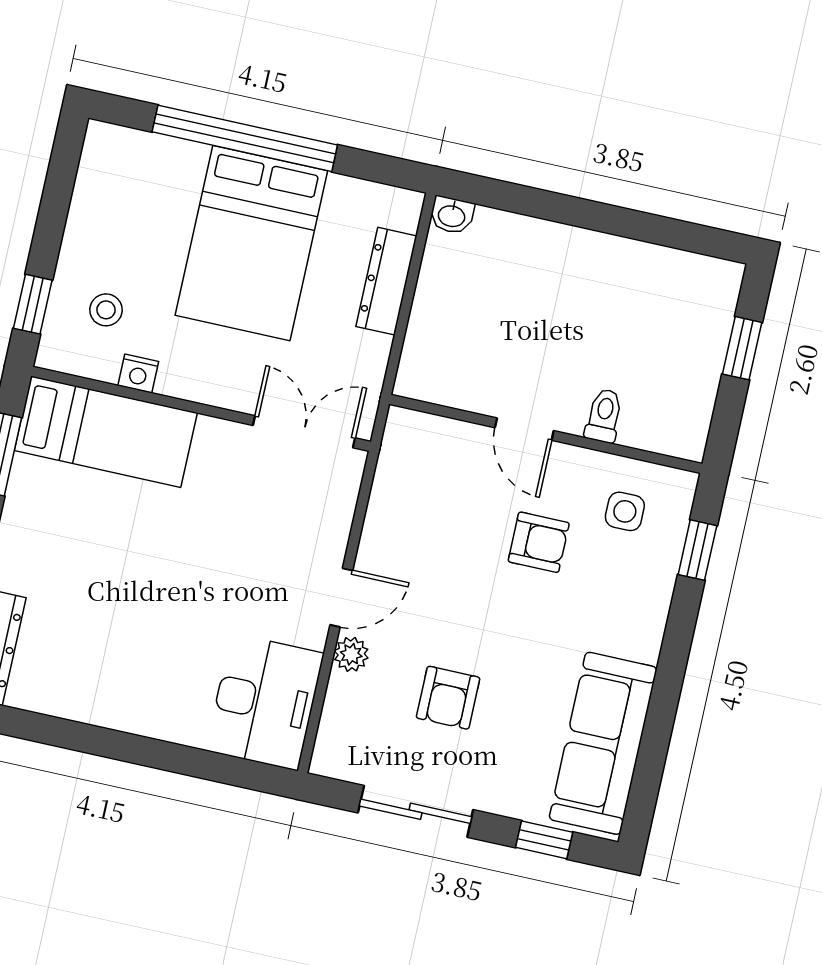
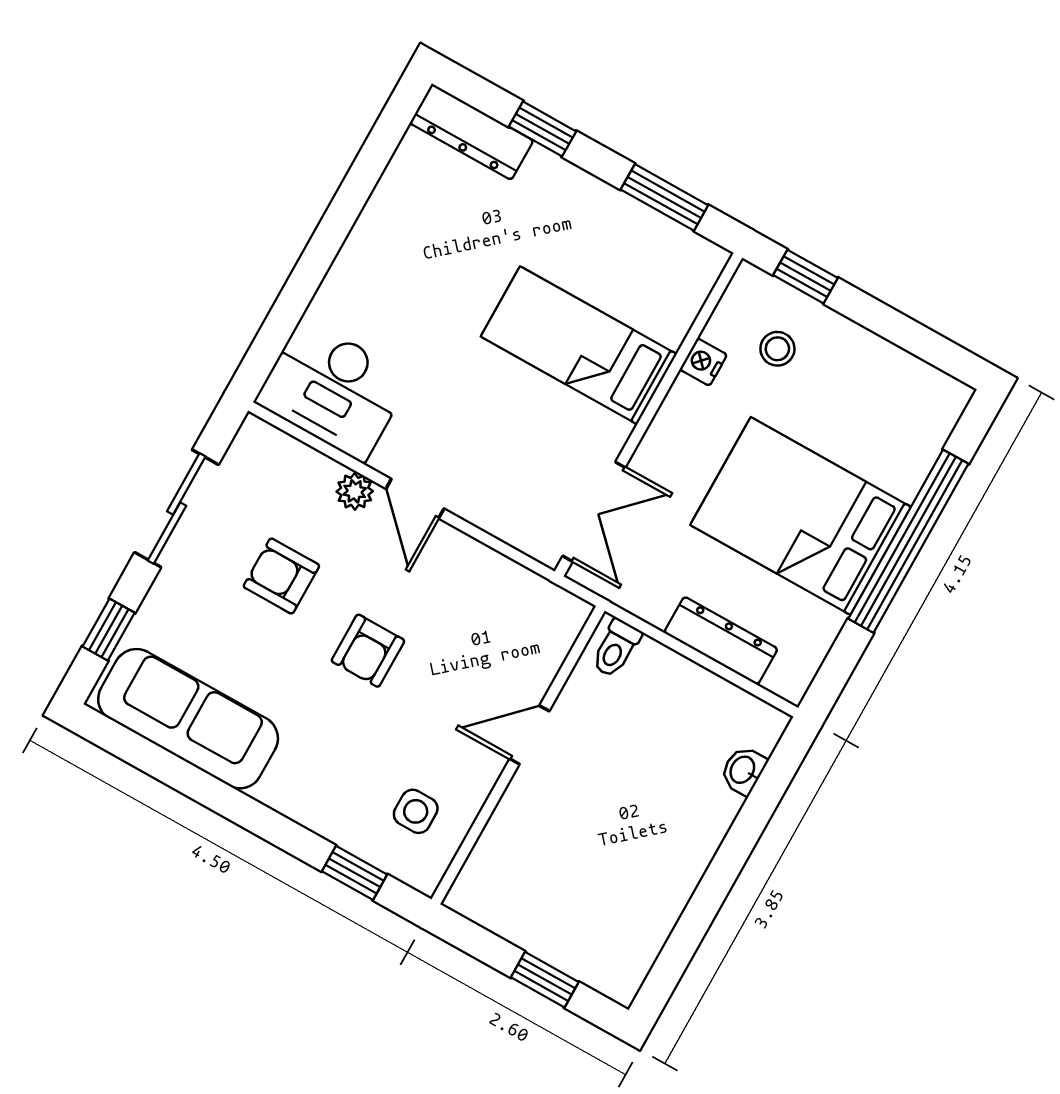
washbasin: (452, 215) -> (743, 770), moved
toilet: (604, 416) -> (616, 648), moved, turned 90
bed: (106, 432) -> (579, 345), moved, turned 90
armchair: (539, 542) -> (368, 651), moved

